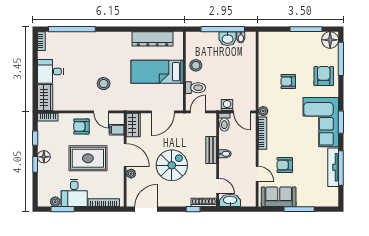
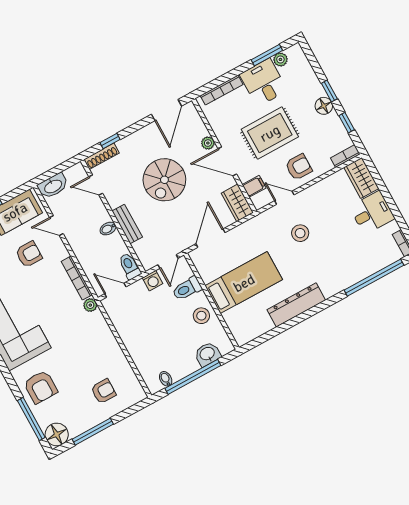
dresser: (153, 39) -> (296, 305), moved
washbasin: (228, 39) -> (207, 354), moved
armchair: (288, 81) -> (103, 391), moved
washing machine: (227, 105) -> (153, 281), moved
washbasin: (230, 200) -> (53, 186), moved

